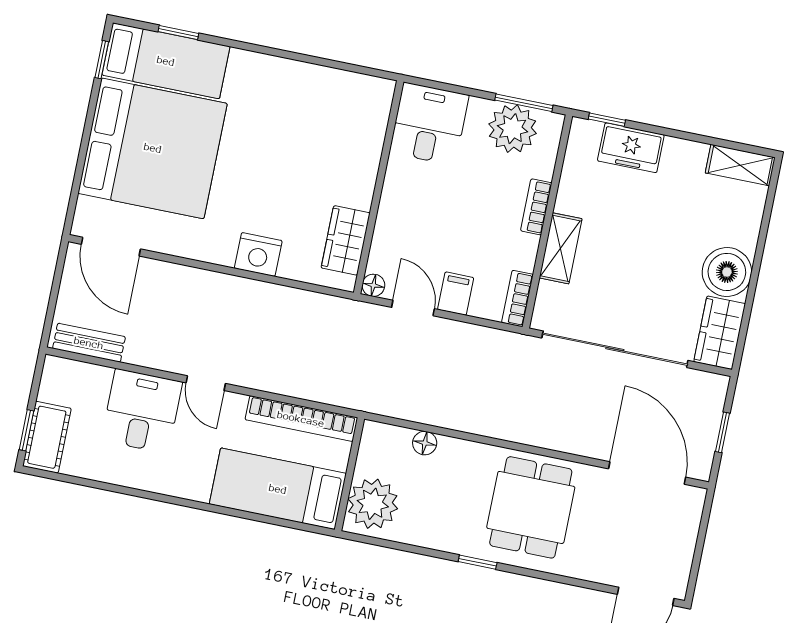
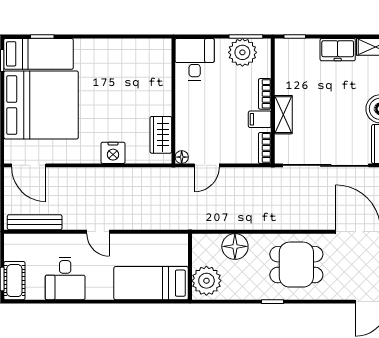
freezer: (631, 148) -> (338, 50), moved
filing cabinet: (456, 294) -> (260, 119), moved, turned -90
door: (413, 308) -> (207, 165), swing flipped
bench: (89, 343) -> (35, 222), width x1.36
desk: (142, 411) -> (65, 278), moved, turned 180
bookcase: (301, 419) -> (156, 241), removed
floor lamp: (425, 443) -> (235, 246), width x1.89, depth x1.89
dining table: (531, 507) -> (296, 265), turned 90

